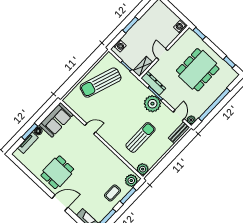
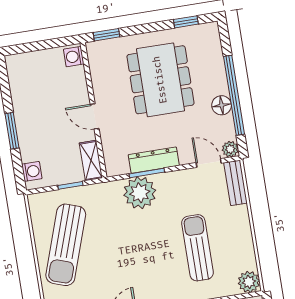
dresser: (153, 83) -> (154, 160), moved
floor lamp: (206, 103) -> (222, 105), added
plant: (152, 104) -> (140, 193), moved

